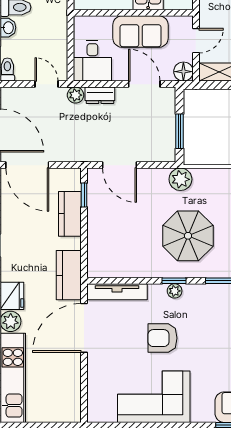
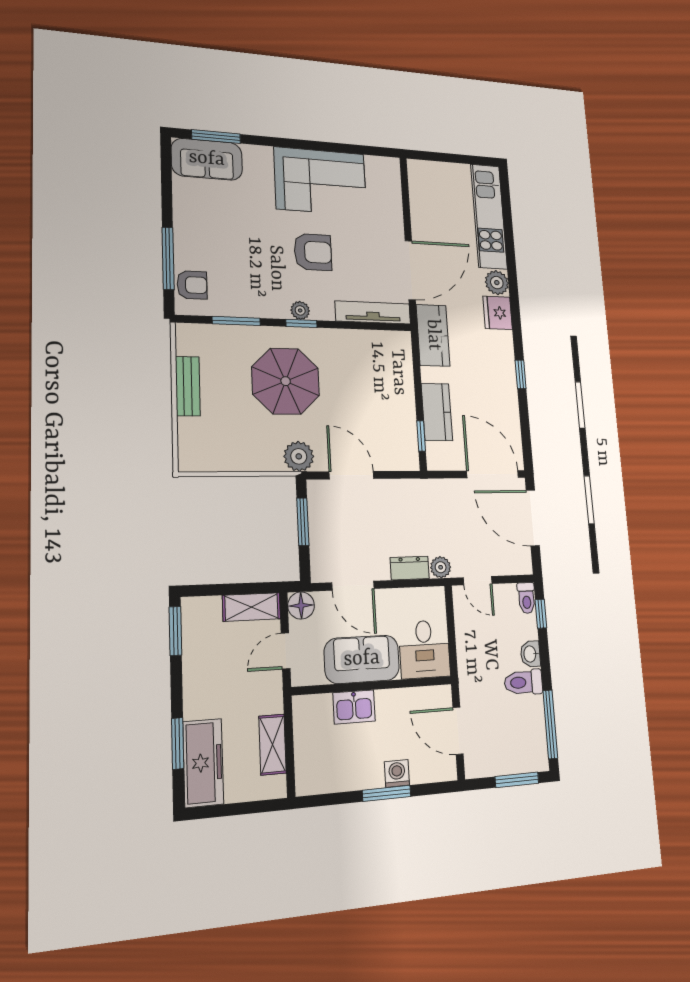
desk: (92, 61) -> (424, 649), moved, turned 180
door: (120, 165) -> (351, 475), moved

